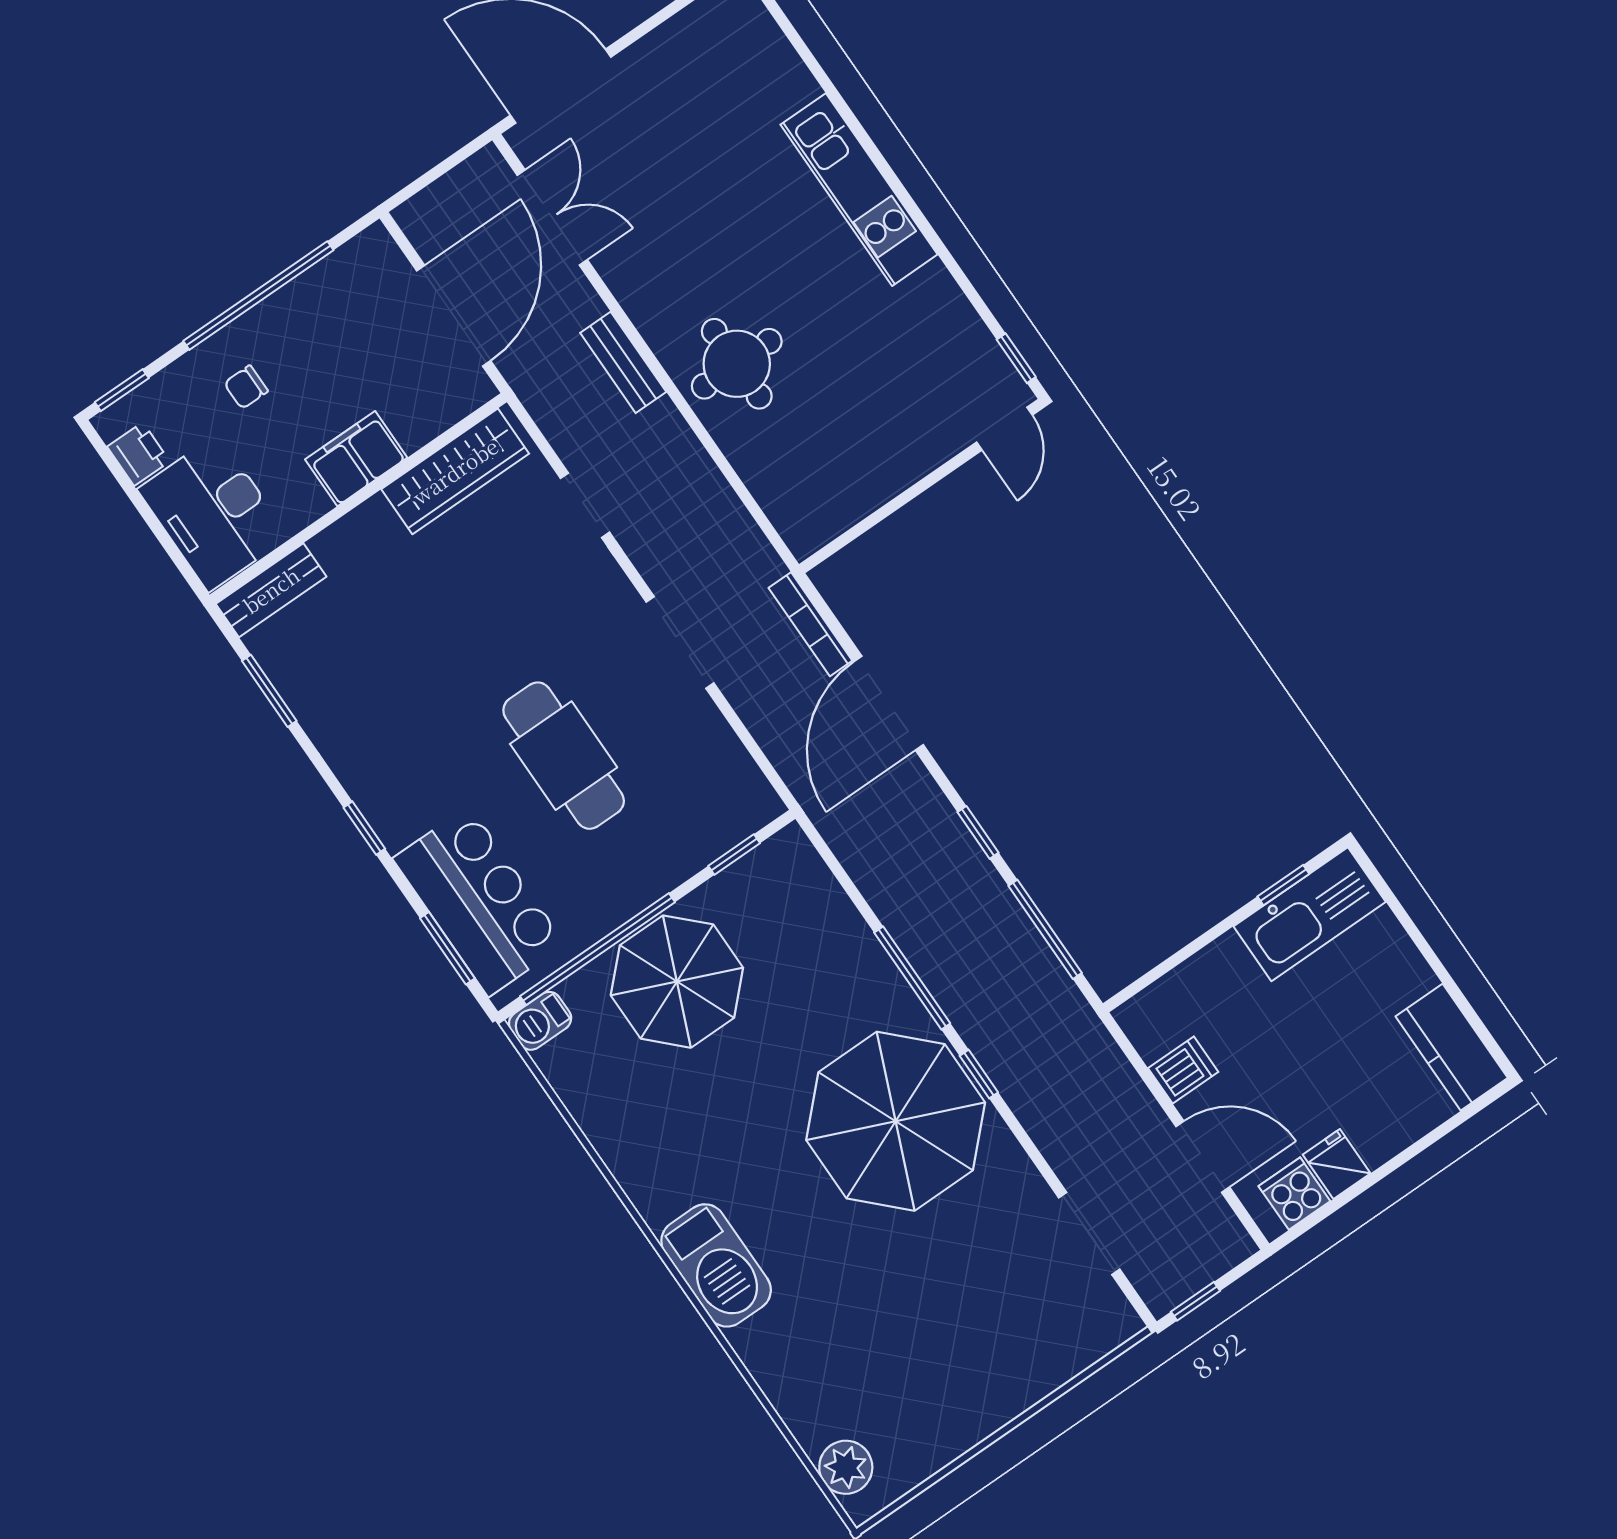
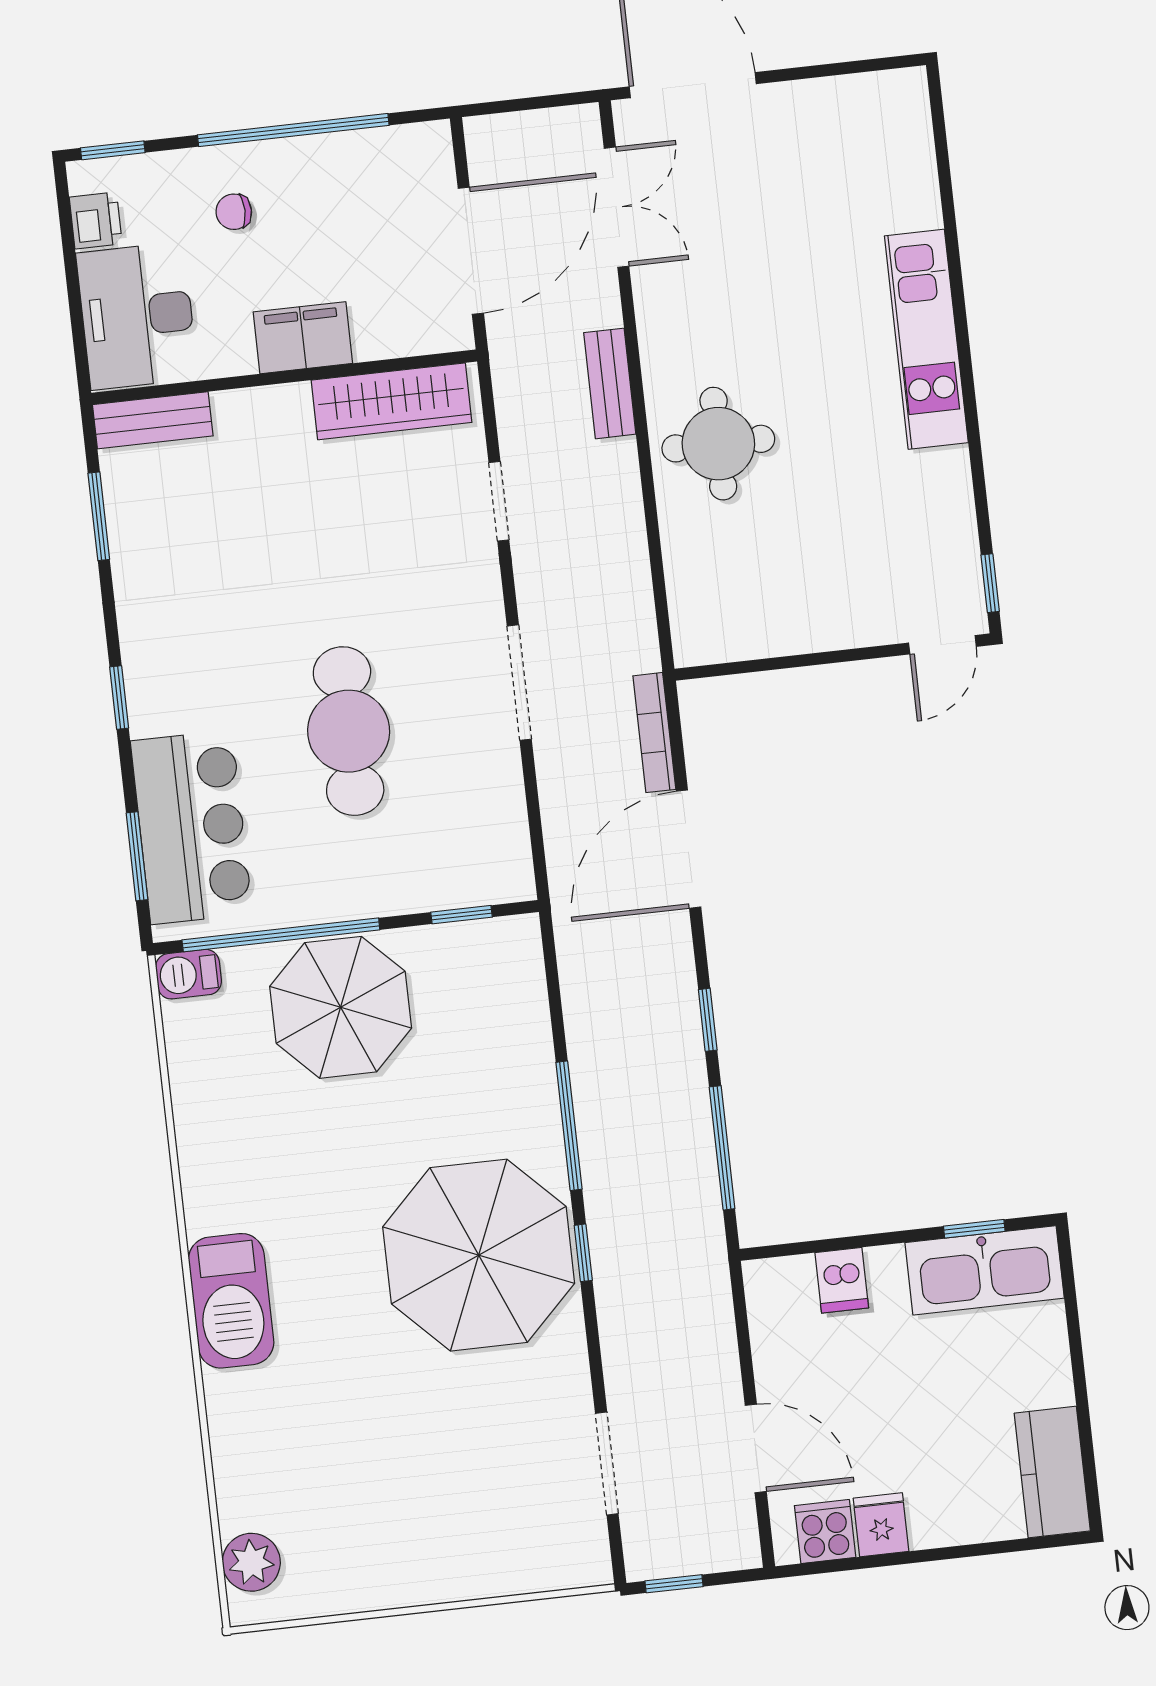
dishwasher: (1183, 1070) -> (842, 1280), moved, turned 90

